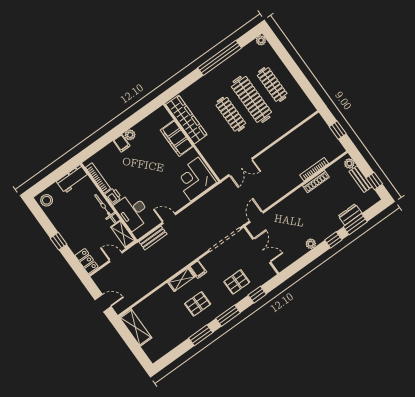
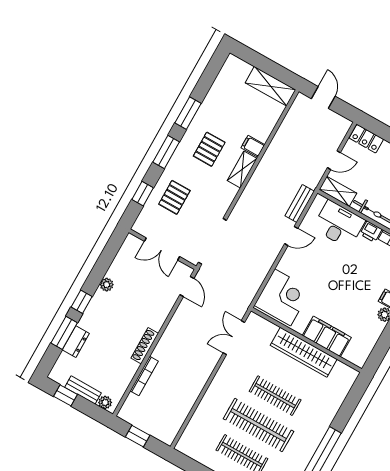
wardrobe: (186, 120) -> (304, 352), moved
shoe rack: (316, 181) -> (145, 346), moved
filing cabinet: (198, 269) -> (253, 146), moved
door: (103, 303) -> (323, 97), swing flipped

